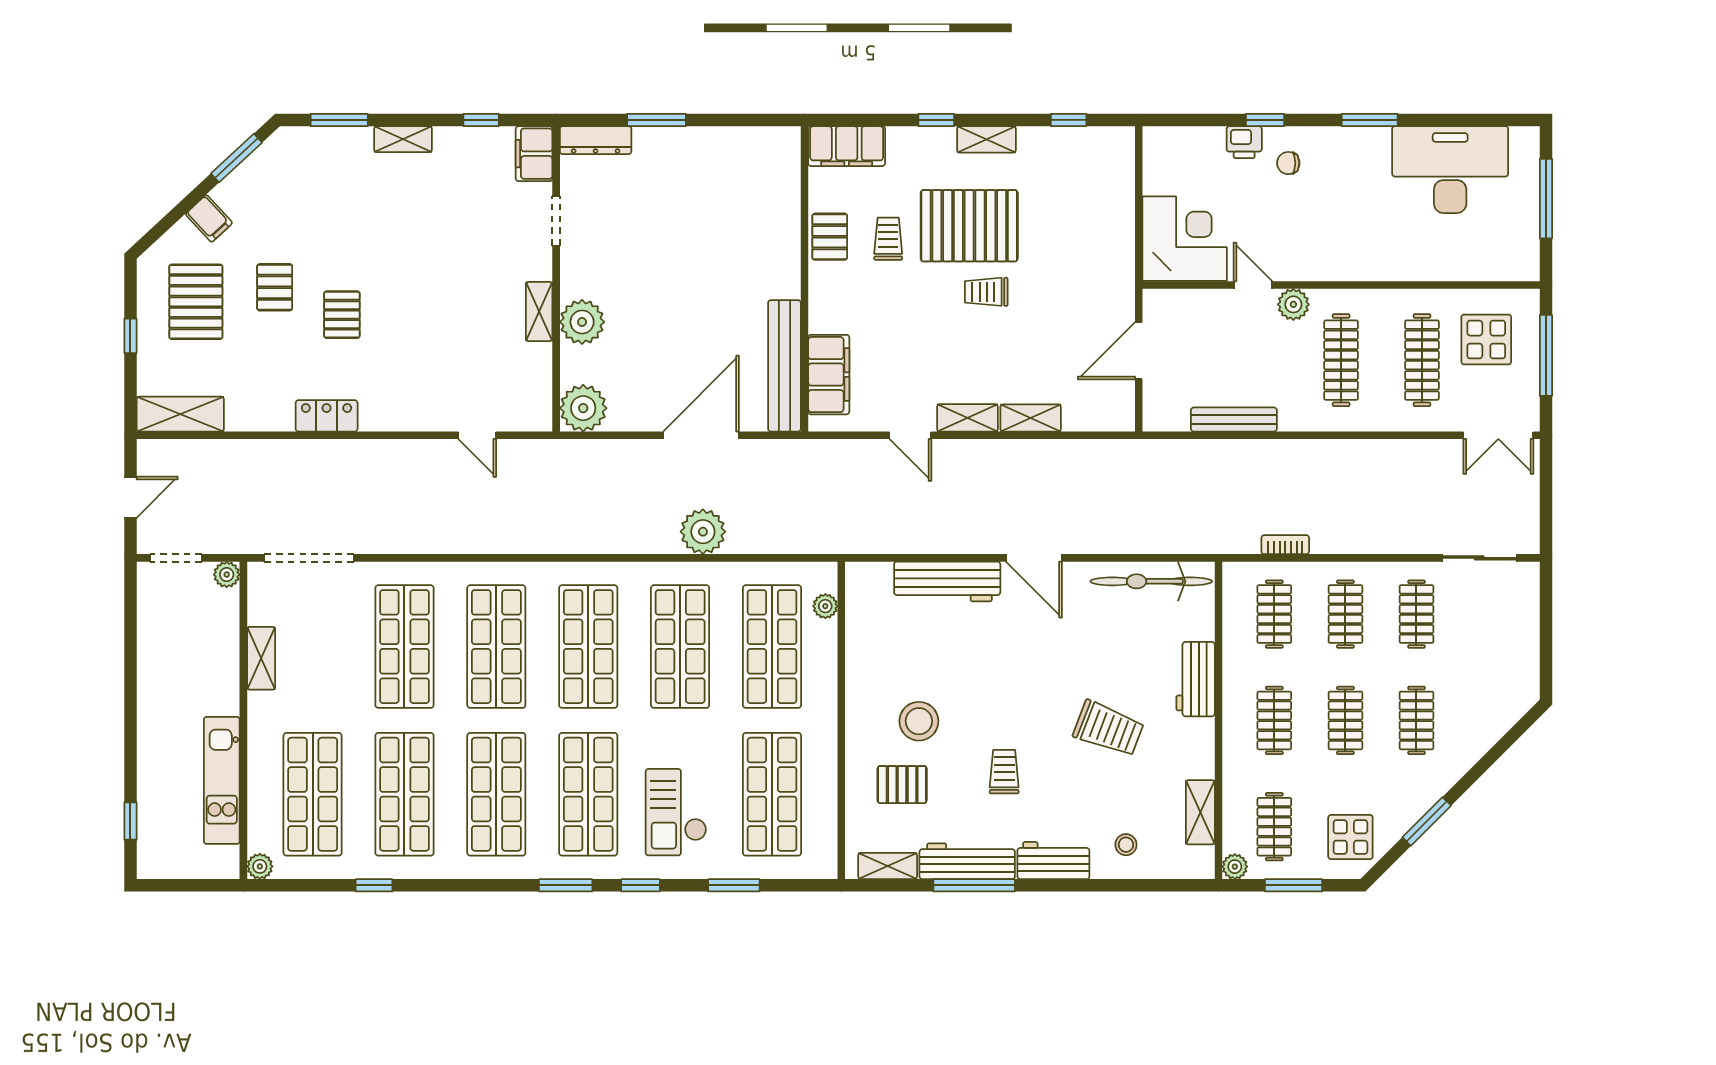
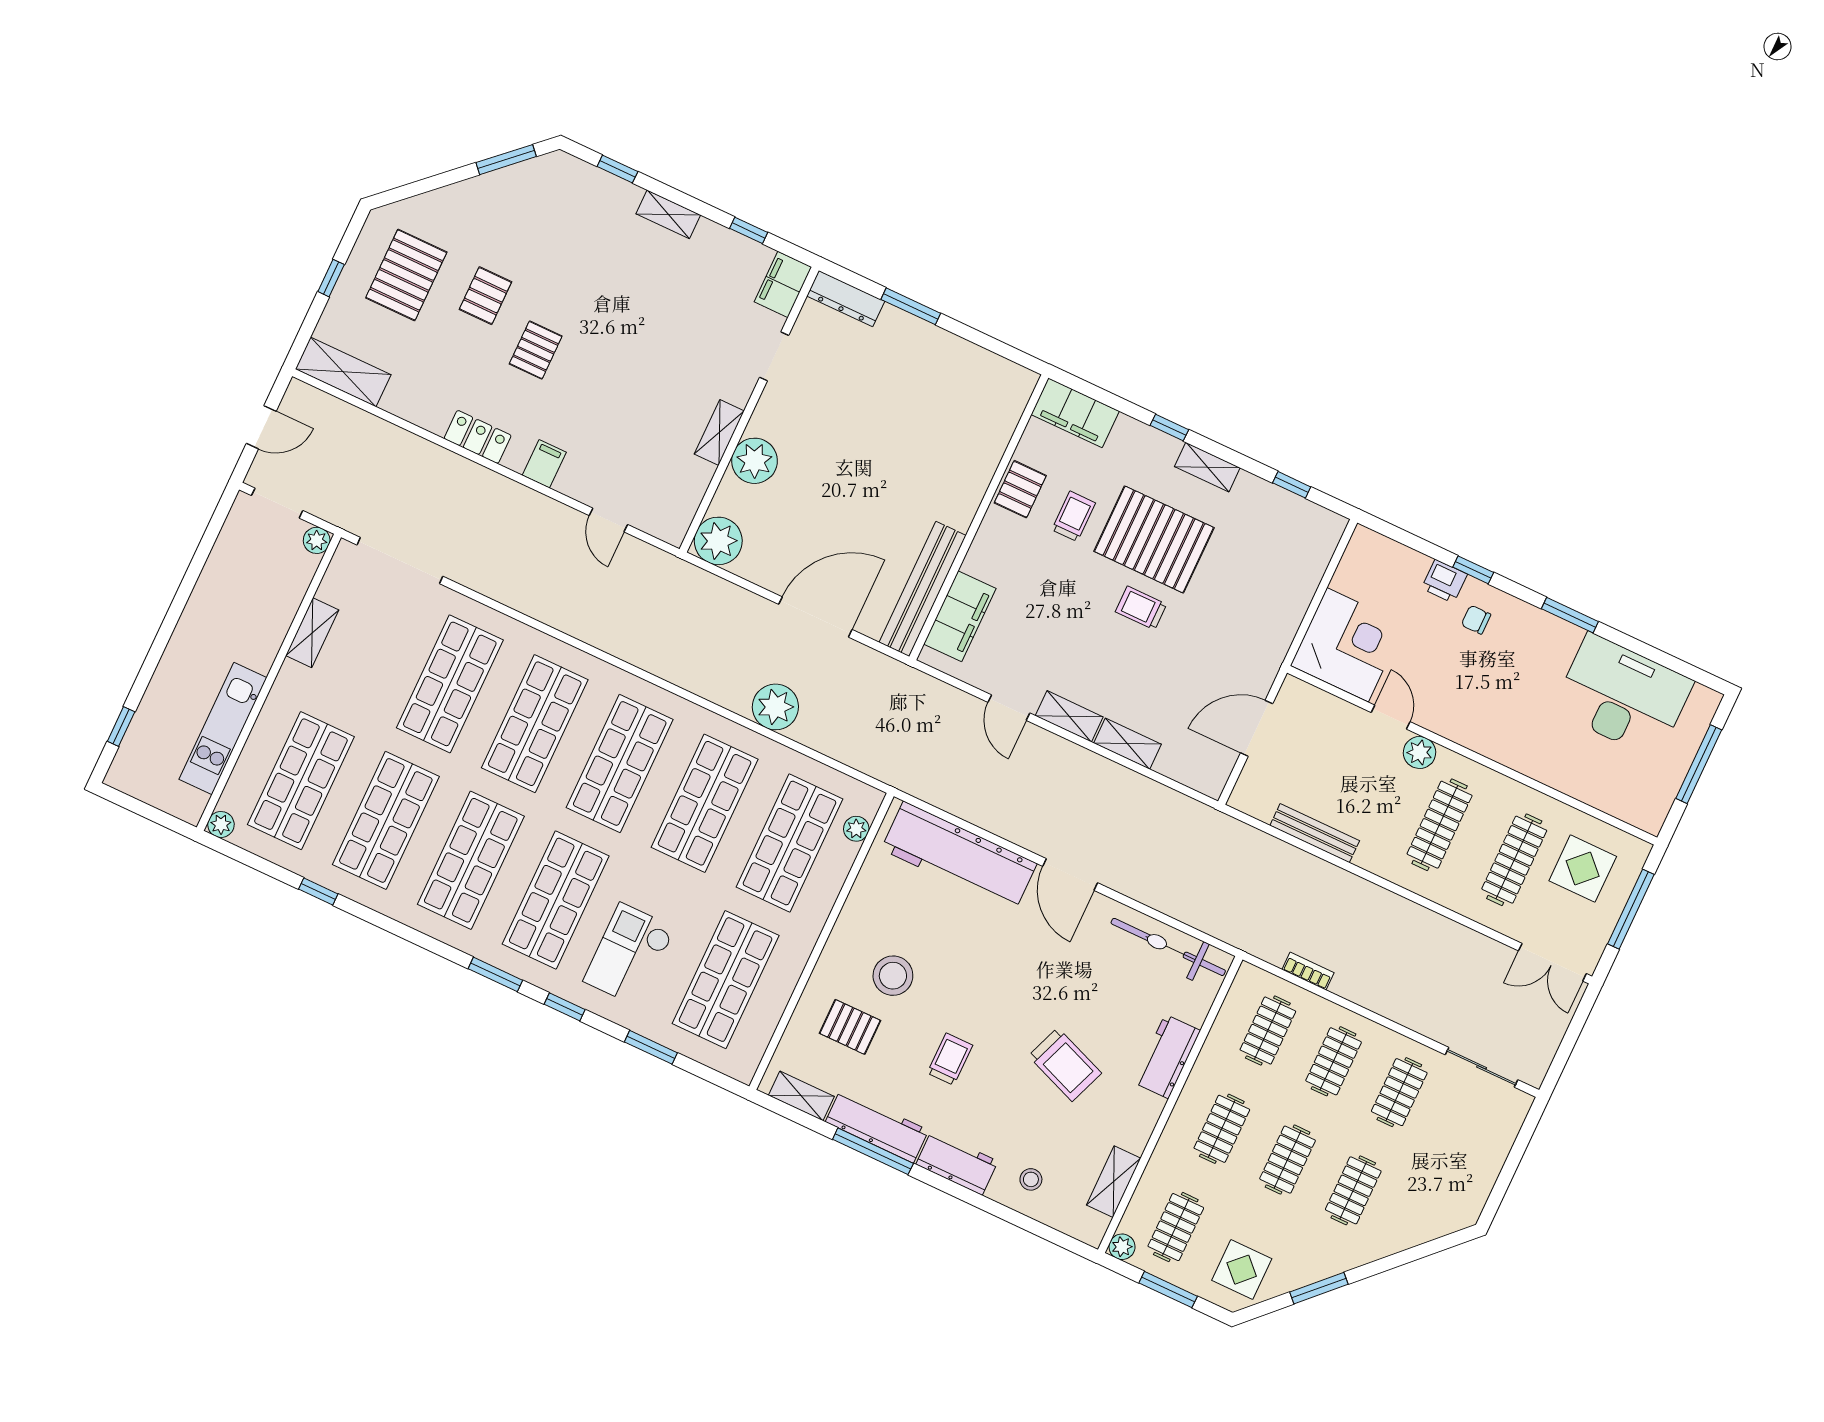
window: (339, 120) -> (617, 169), width x0.67
filing cabinet: (209, 218) -> (544, 464), moved, turned -137
workbench: (947, 582) -> (959, 856), width x1.36, depth x1.32

